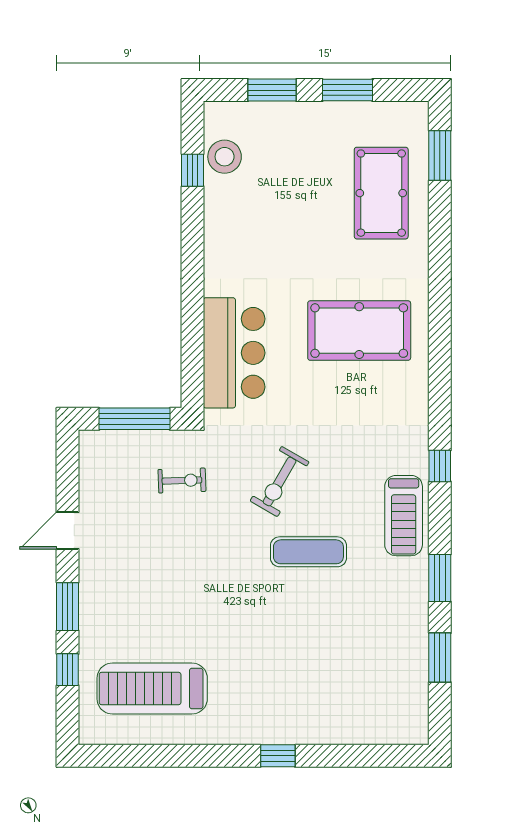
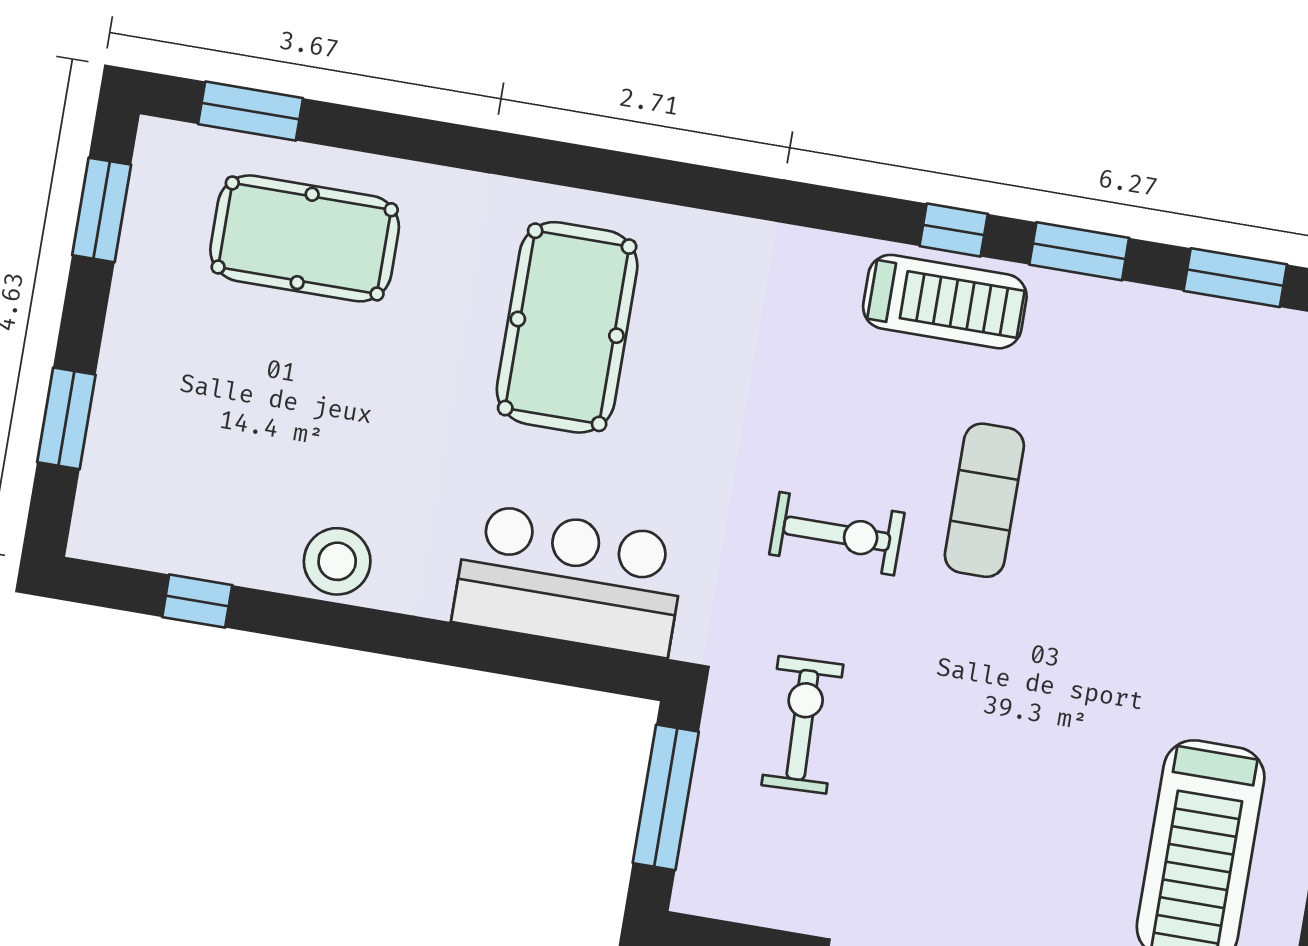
window: (347, 90) -> (102, 210), moved
stool: (225, 157) -> (337, 561), moved
window: (440, 466) -> (954, 230), moved
exercise bike: (182, 480) -> (802, 725), width x1.38, depth x1.39
exercise bike: (280, 482) -> (837, 534), turned -30

